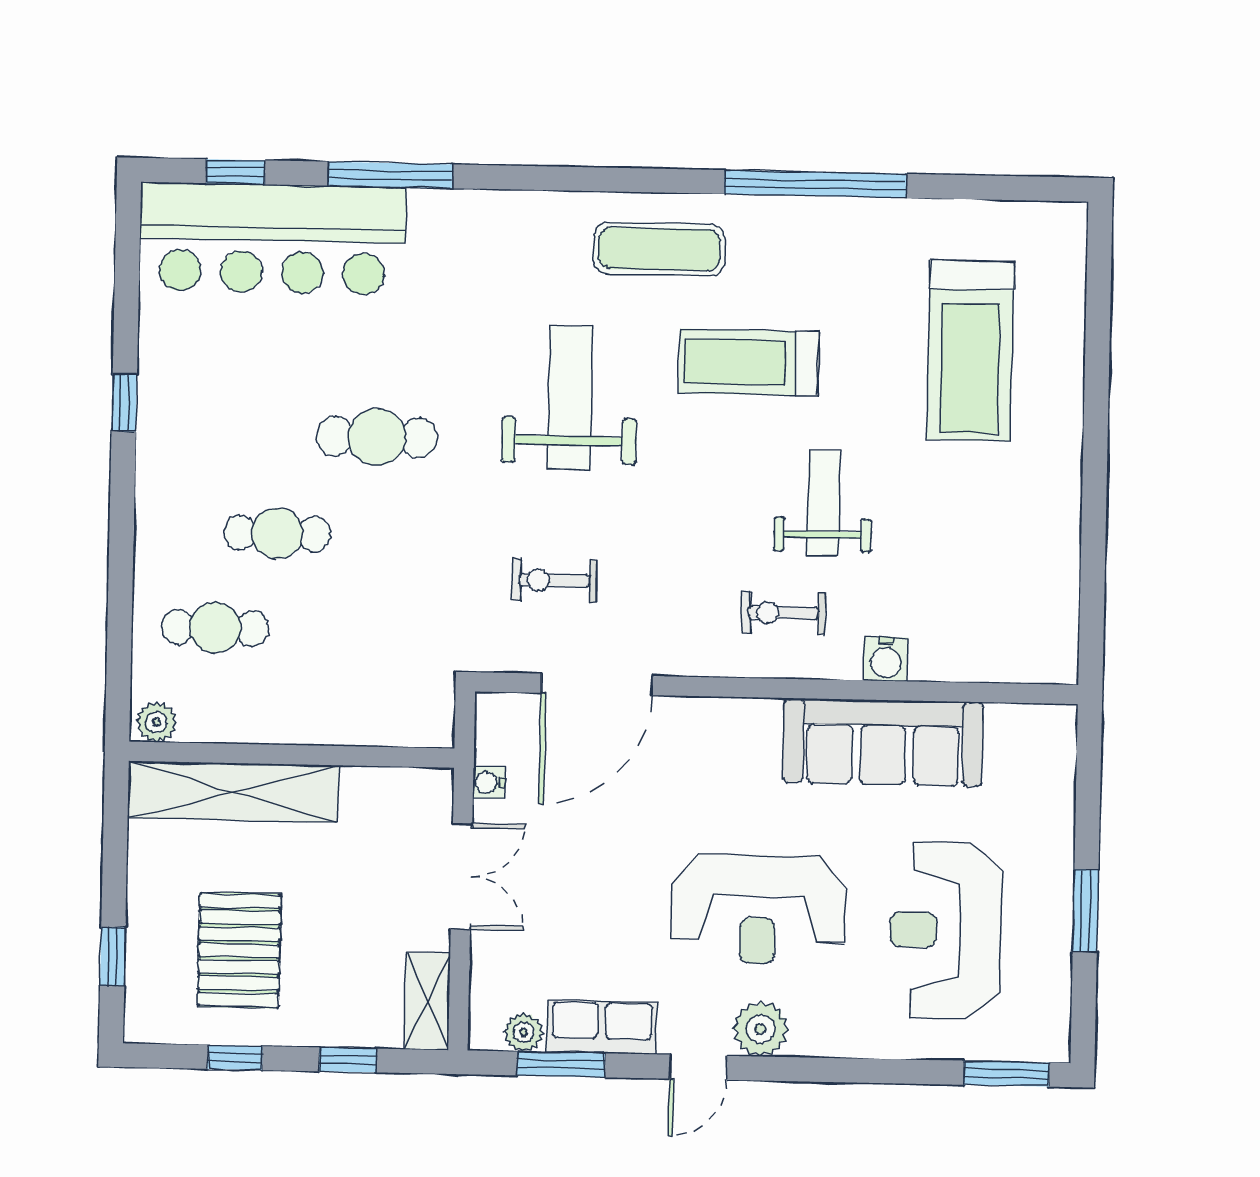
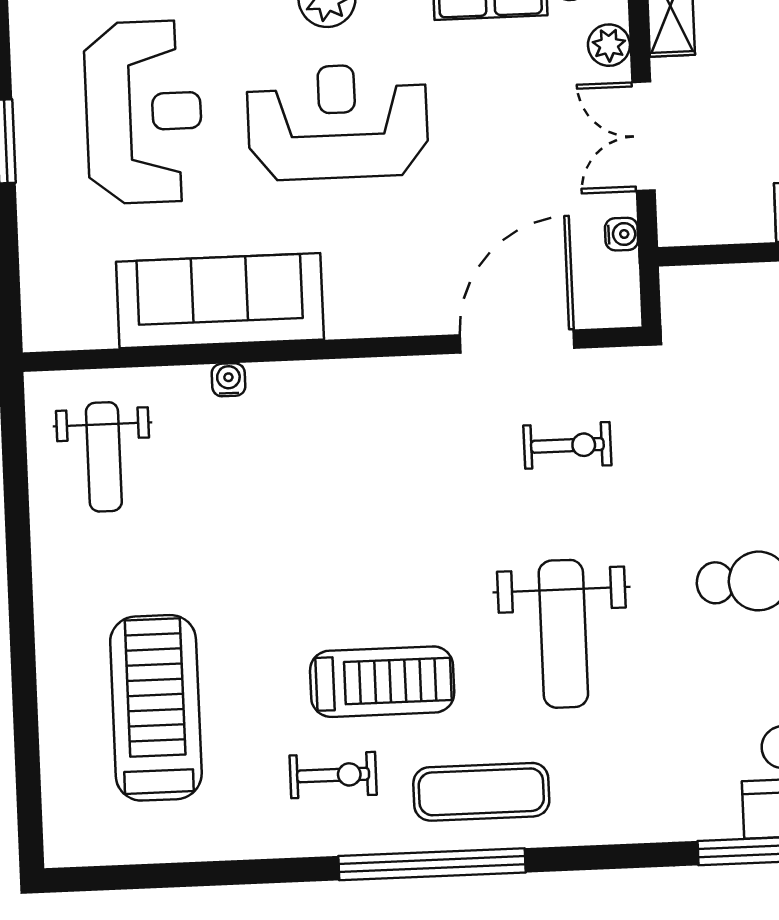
window: (815, 184) -> (432, 864), moved
weight bench: (823, 503) -> (104, 457), moved
exercise bike: (783, 613) -> (333, 775), moved
water cooler: (886, 659) -> (229, 380), width x0.72, depth x0.72
plant: (489, 967) -> (609, 45), added

